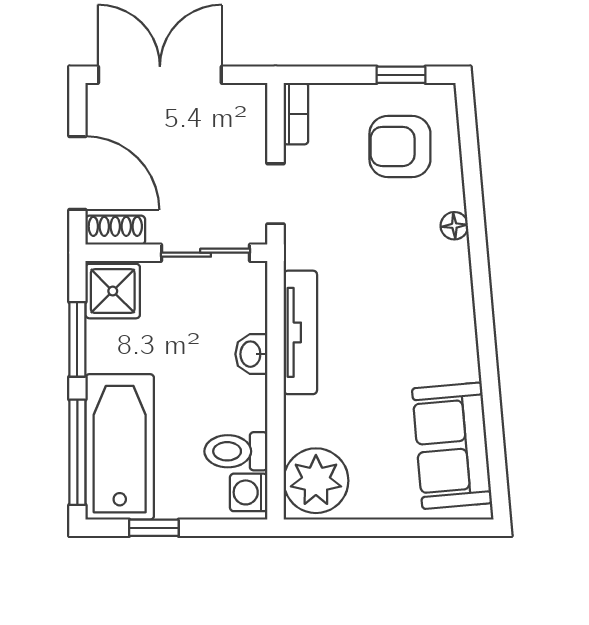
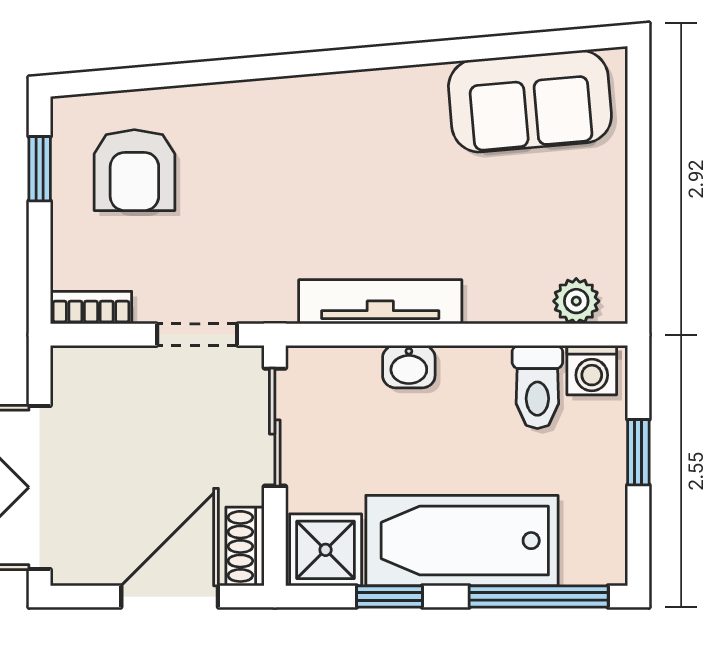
floor lamp: (454, 226) -> (239, 98), removed
window: (77, 339) -> (389, 597), width x0.67
bathtub: (120, 447) -> (462, 541), moved
plant: (316, 481) -> (576, 301), width x0.53, depth x0.53
window: (154, 528) -> (638, 452), moved

